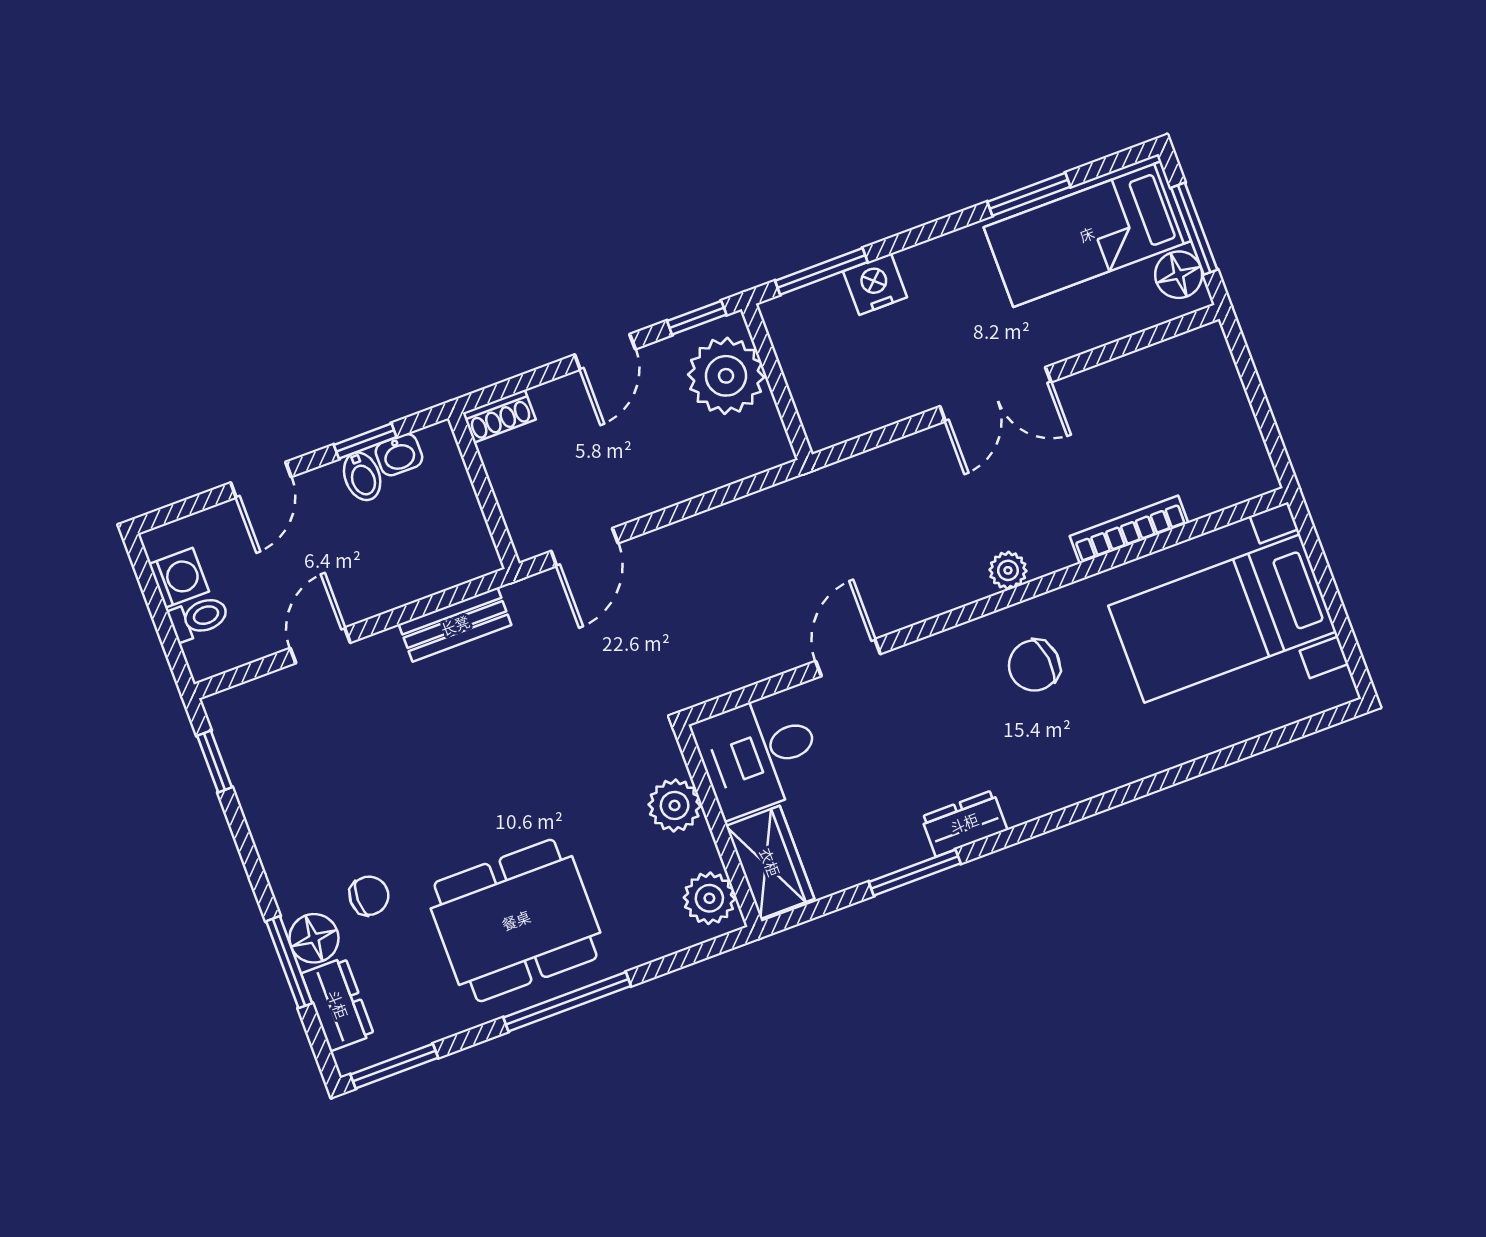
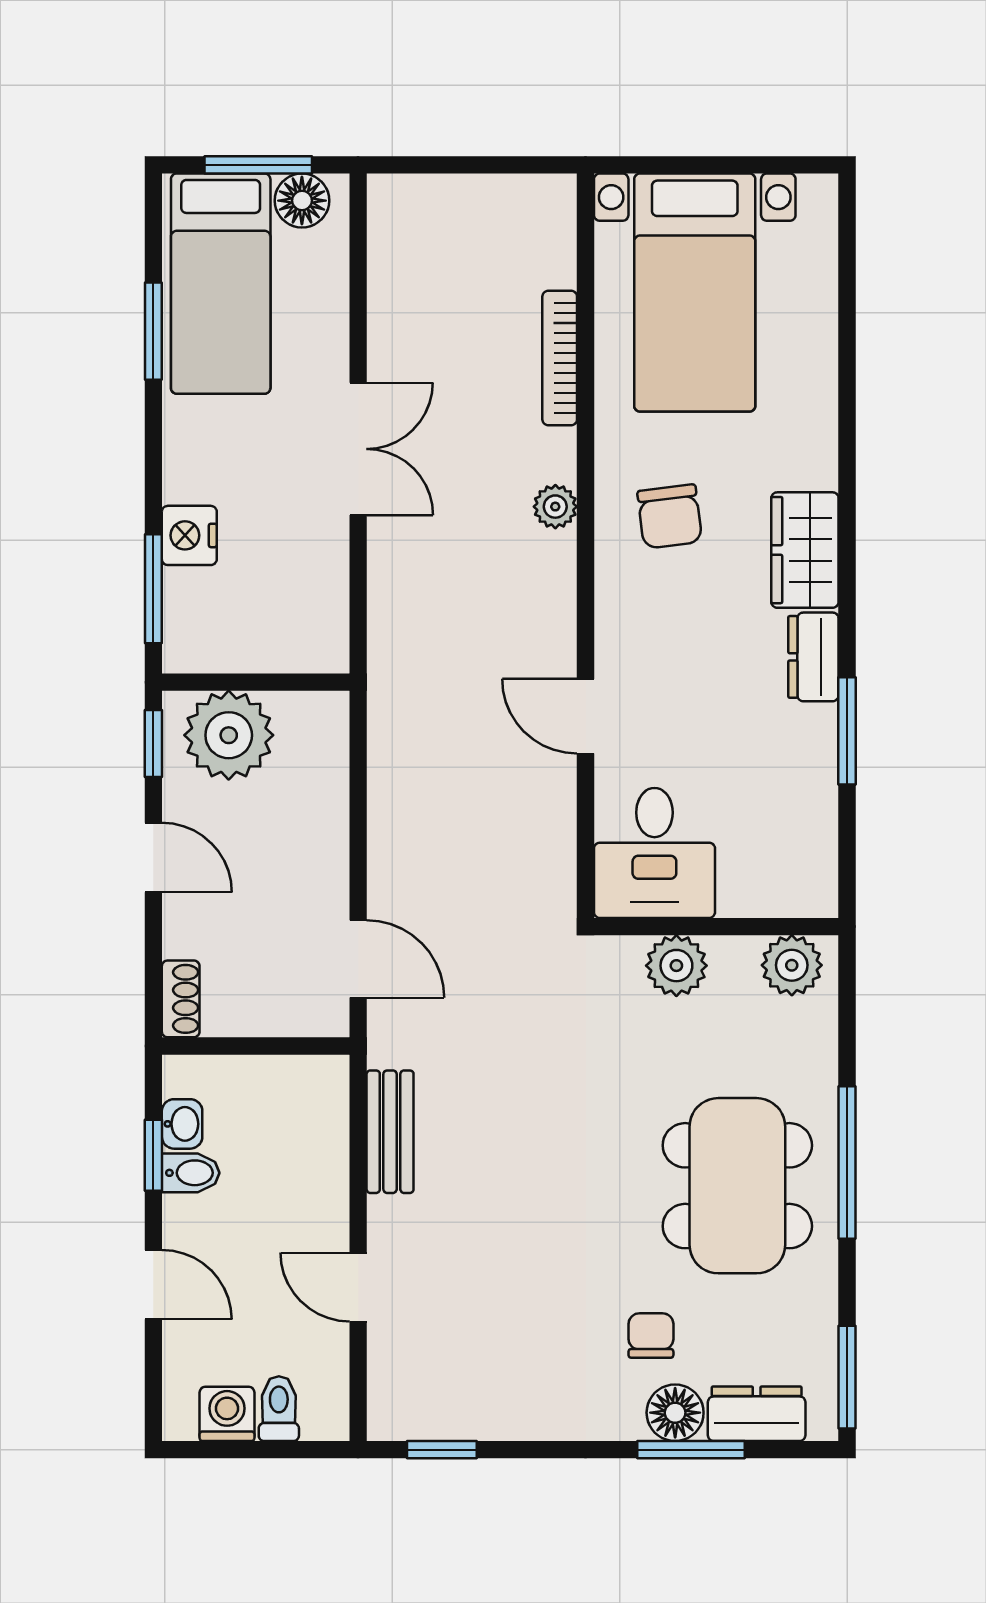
wardrobe: (770, 862) -> (805, 550), moved, turned -90

